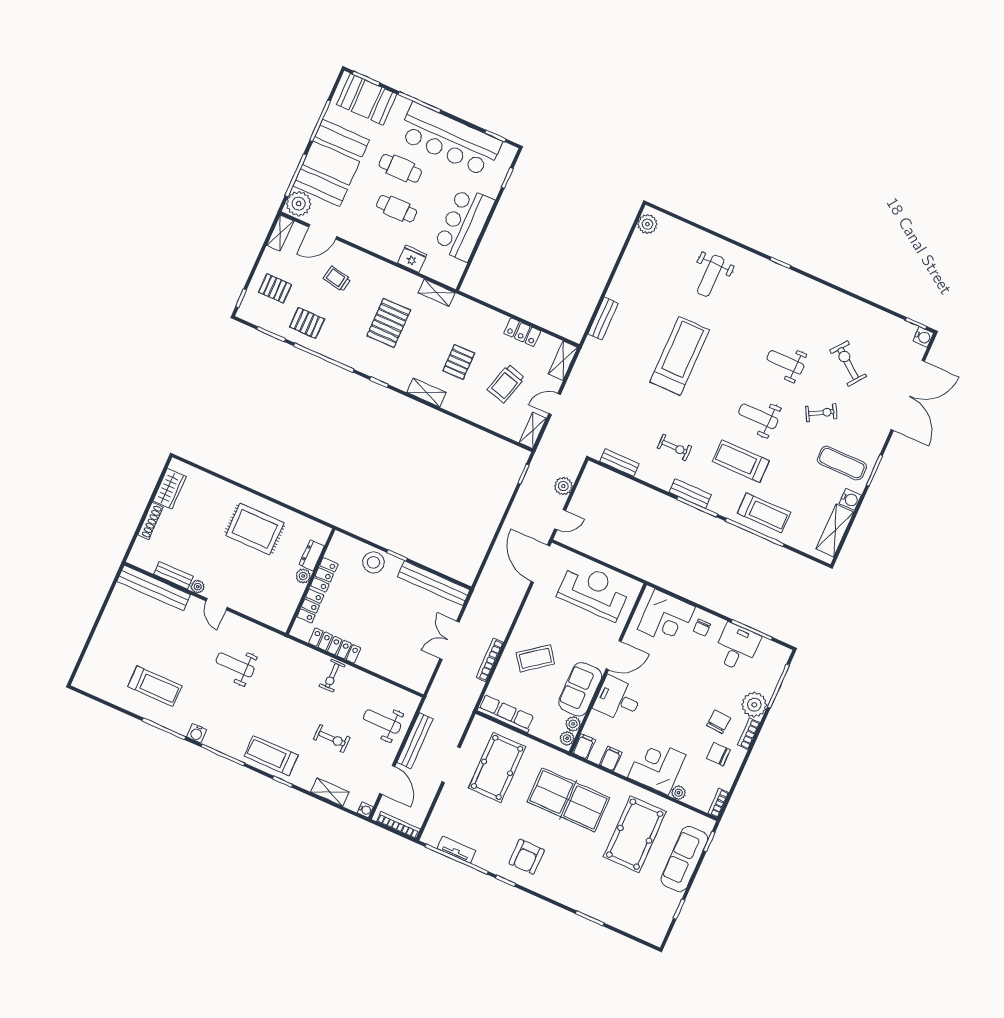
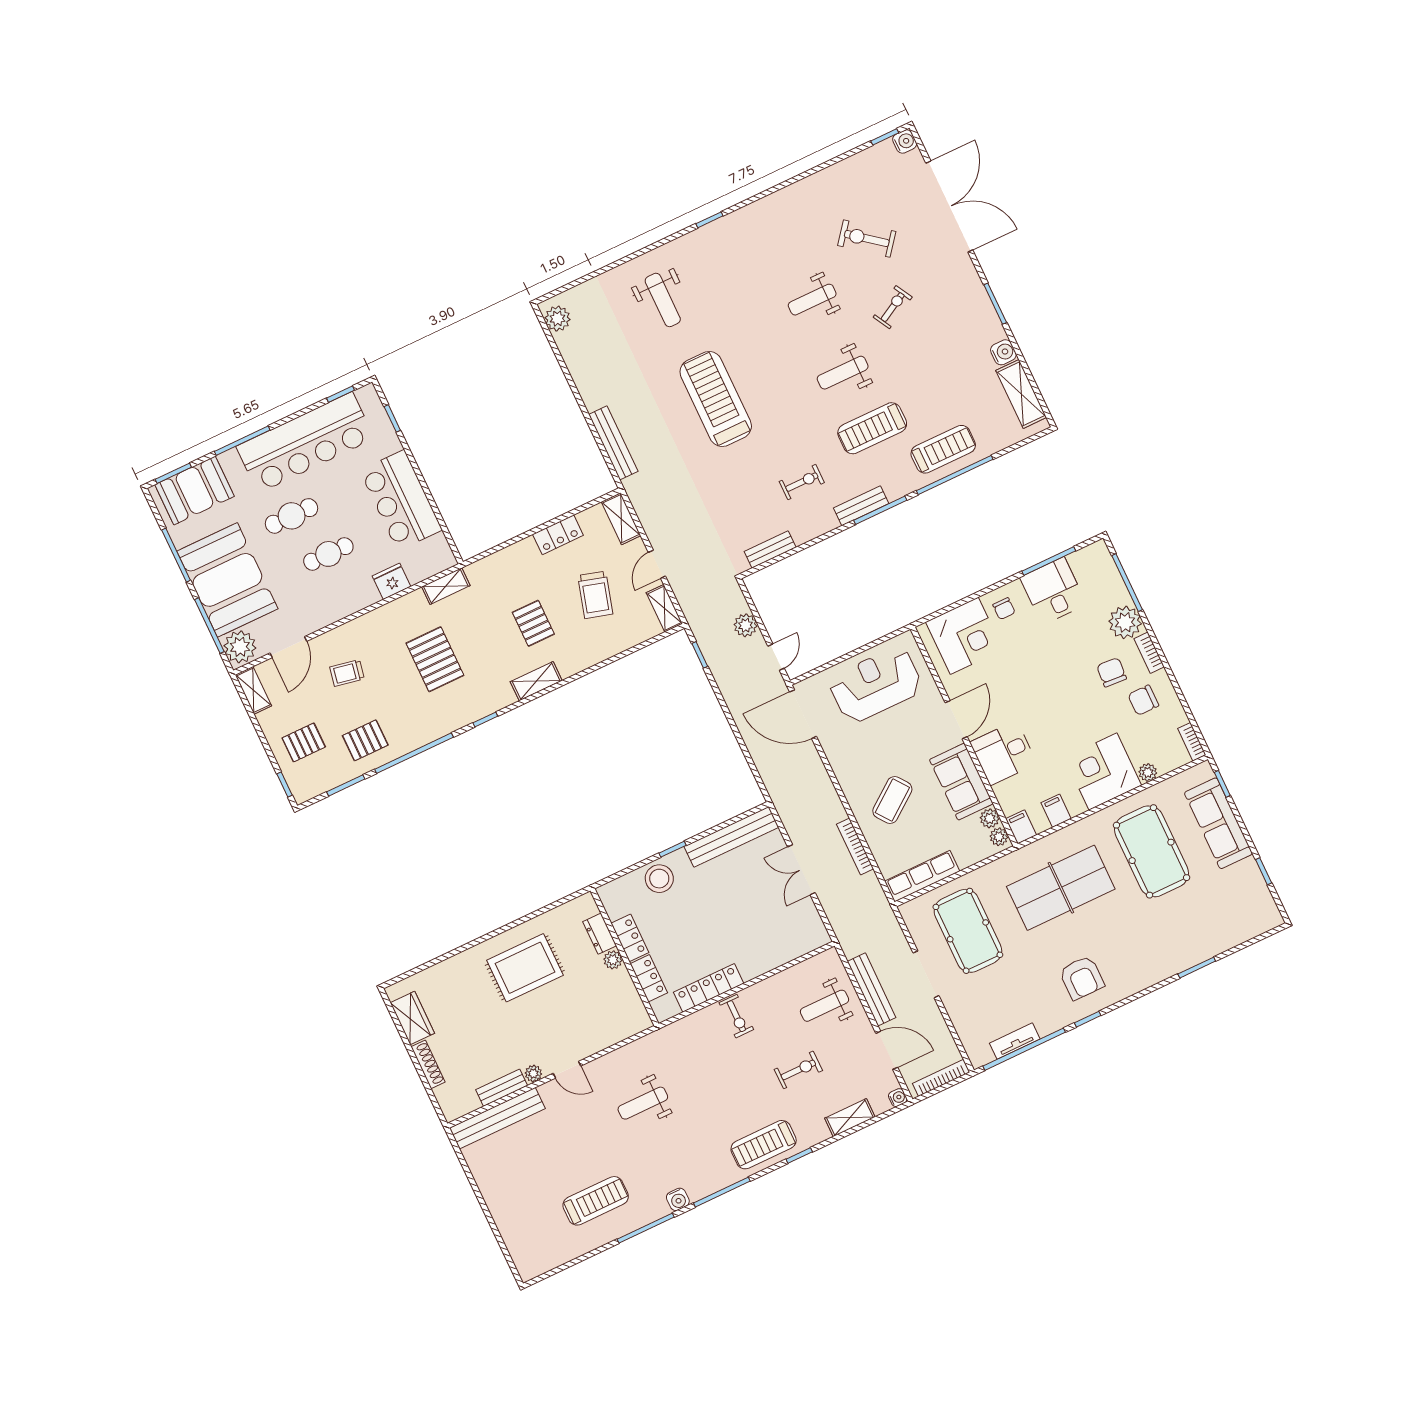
bench: (603, 318) -> (613, 443), width x1.36
exercise mat: (842, 463) -> (960, 330), removed

